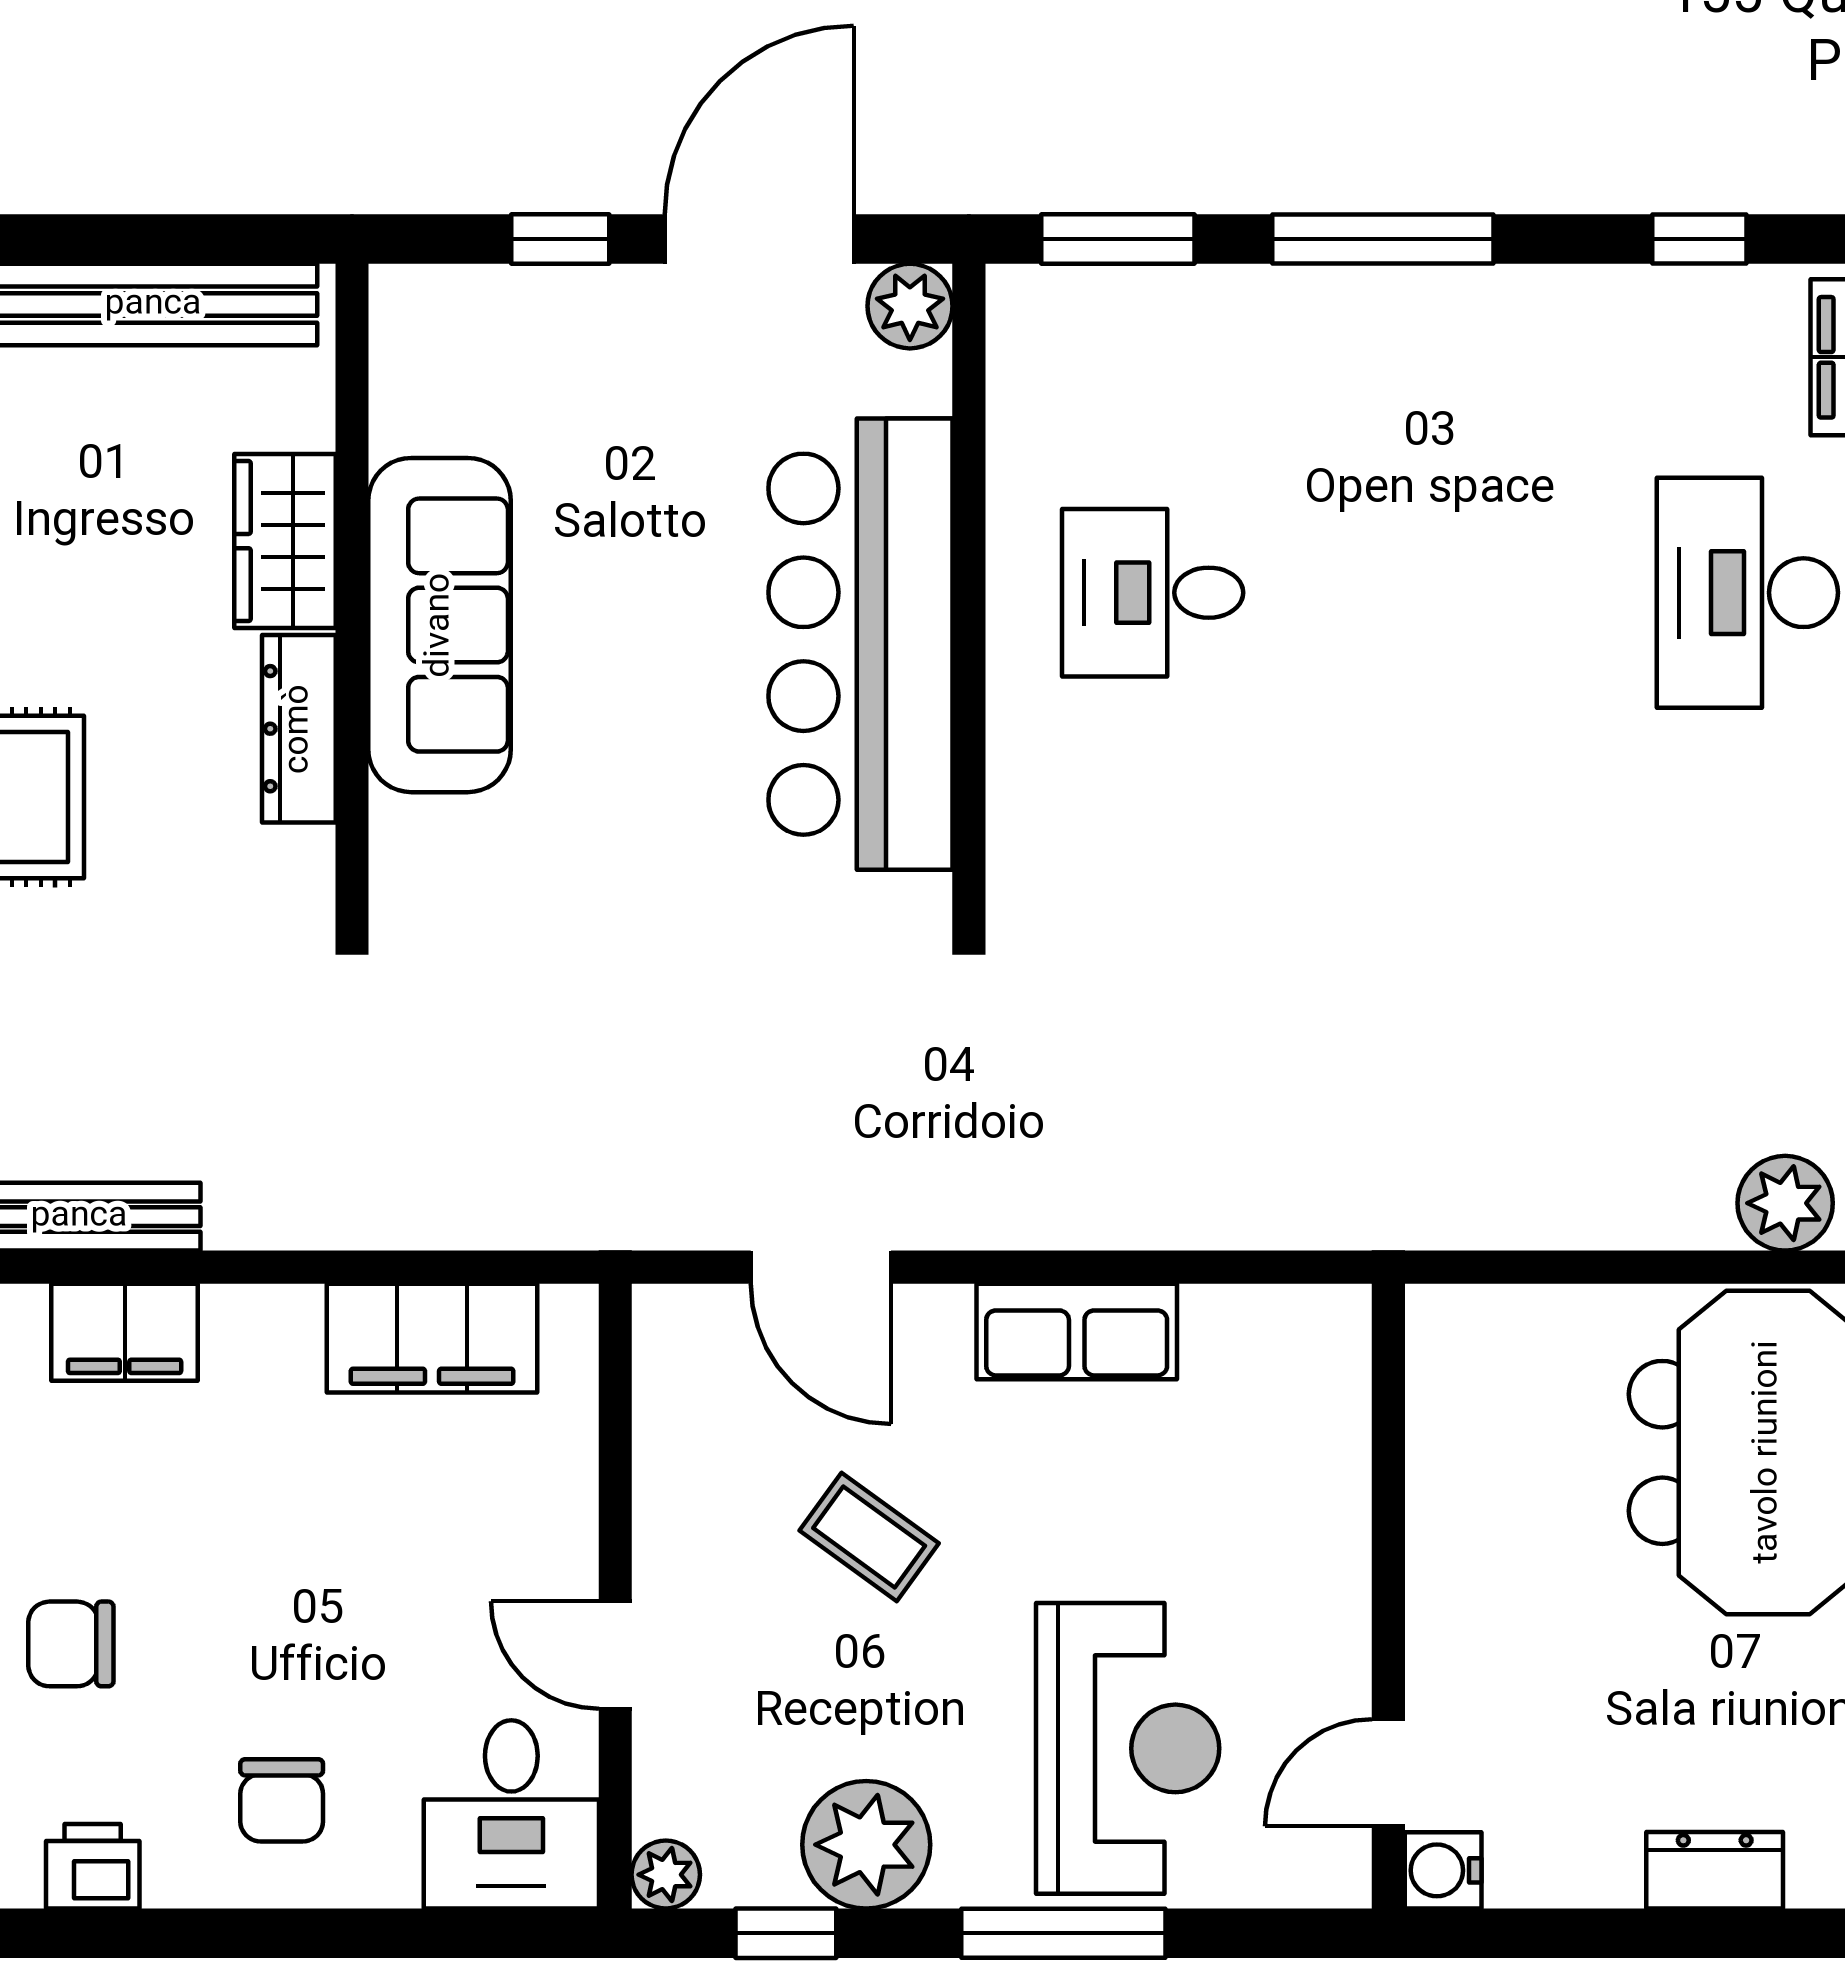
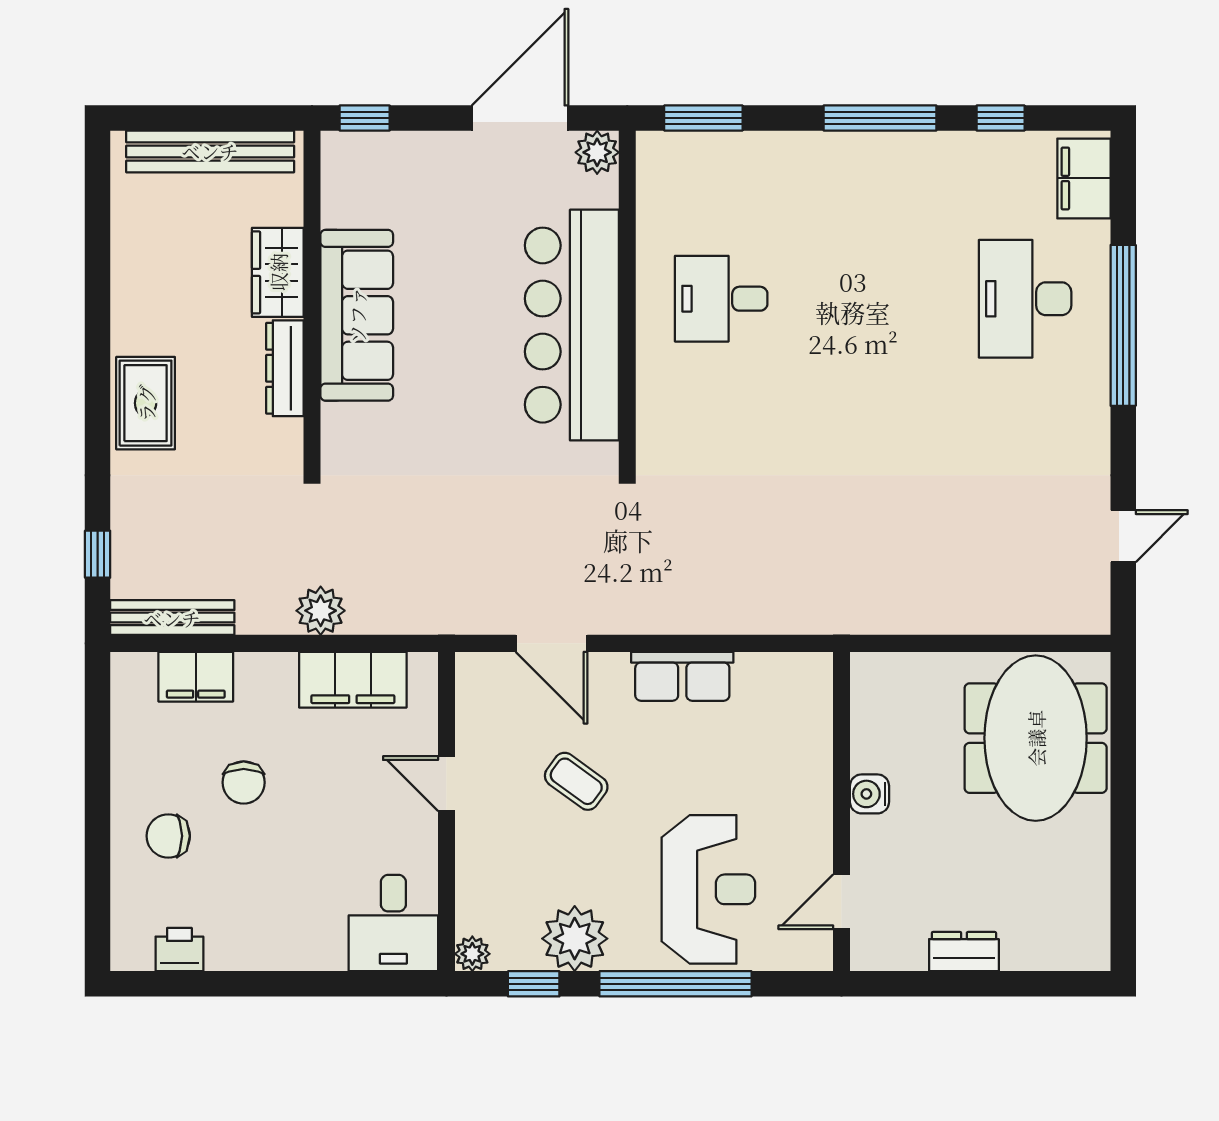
window: (560, 239) -> (365, 118), moved
window: (1383, 239) -> (880, 118), moved
plant: (1785, 1203) -> (321, 611), moved
door: (615, 1655) -> (446, 784), moved
chair: (282, 1800) -> (244, 782), moved
water cooler: (1443, 1870) -> (870, 794), moved
dresser: (1715, 1870) -> (964, 952), moved
window: (1063, 1933) -> (676, 984), width x1.46

